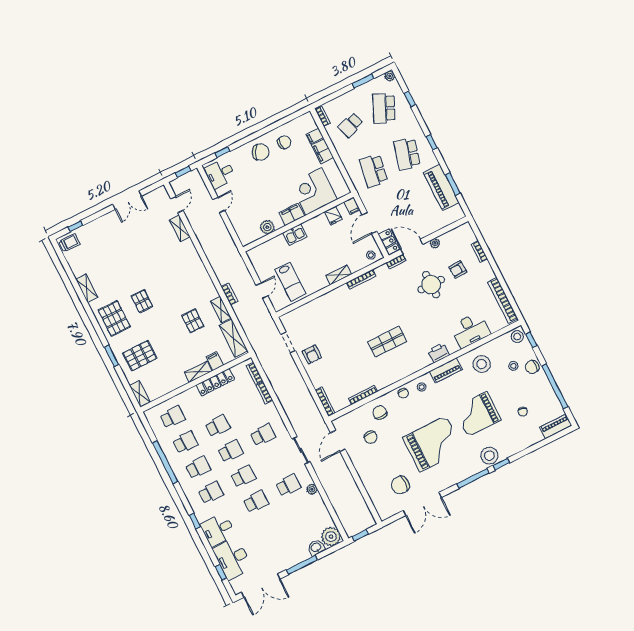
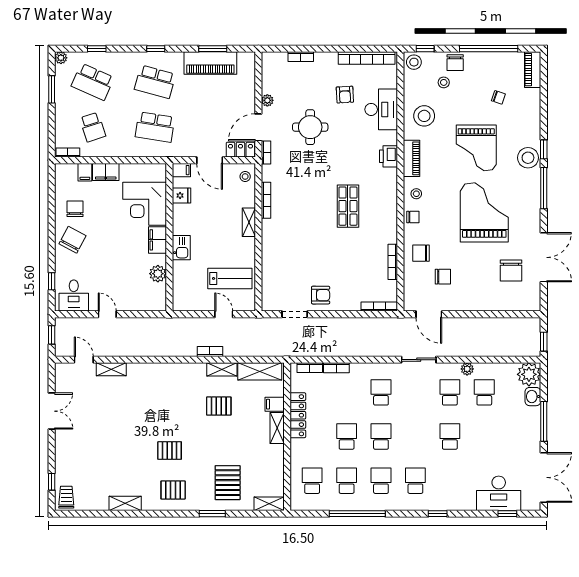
armchair: (458, 270) -> (345, 95), moved
pallet: (114, 318) -> (173, 490), width x0.67, depth x0.71
school desk: (243, 476) -> (484, 392), moved
desk: (218, 530) -> (459, 493), removed

